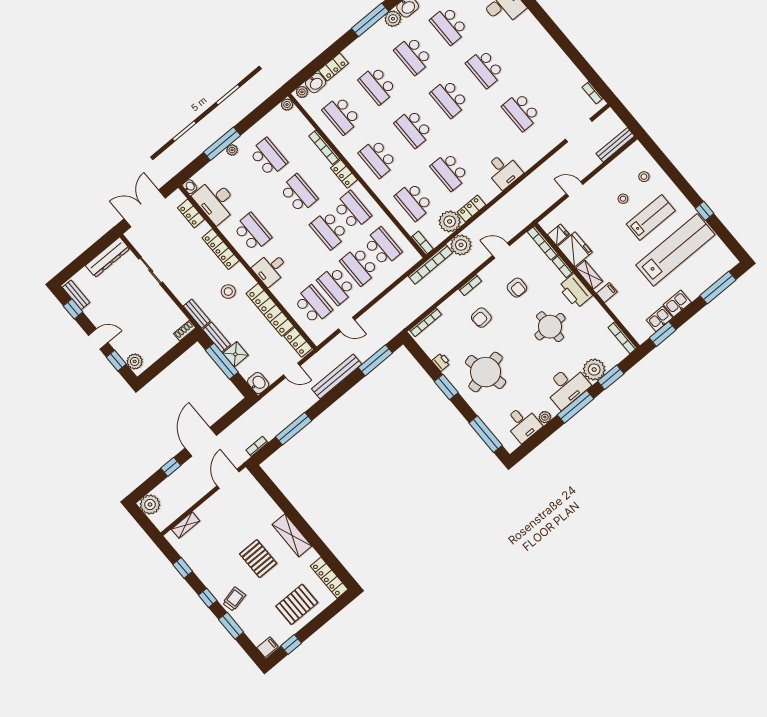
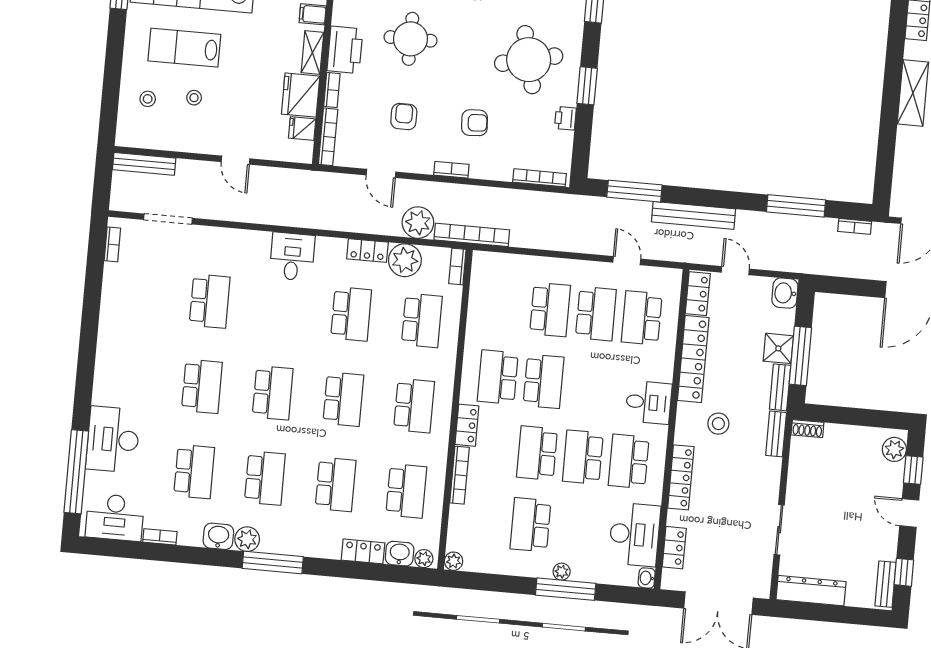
school desk: (382, 247) -> (583, 457), moved

